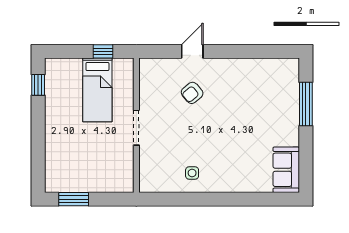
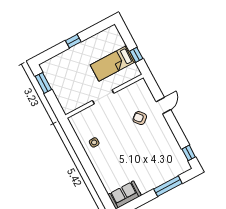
door: (192, 51) -> (163, 106), hinge flipped
window: (276, 51) -> (189, 153), added
window: (38, 85) -> (73, 41), moved

